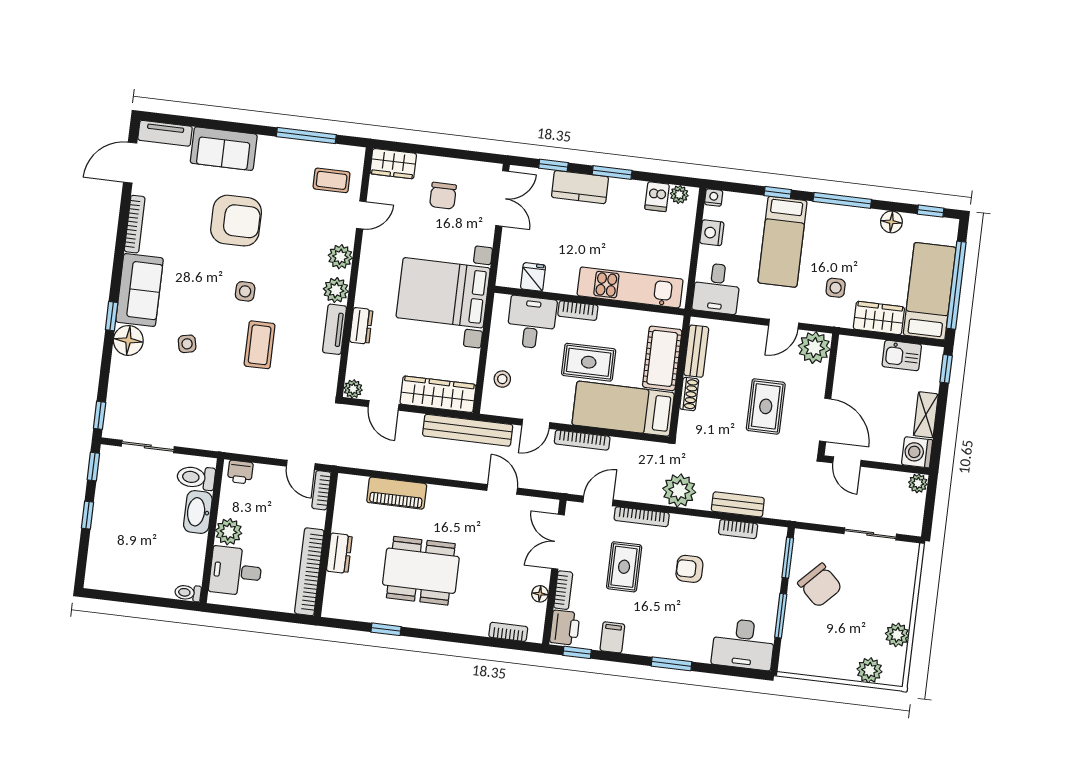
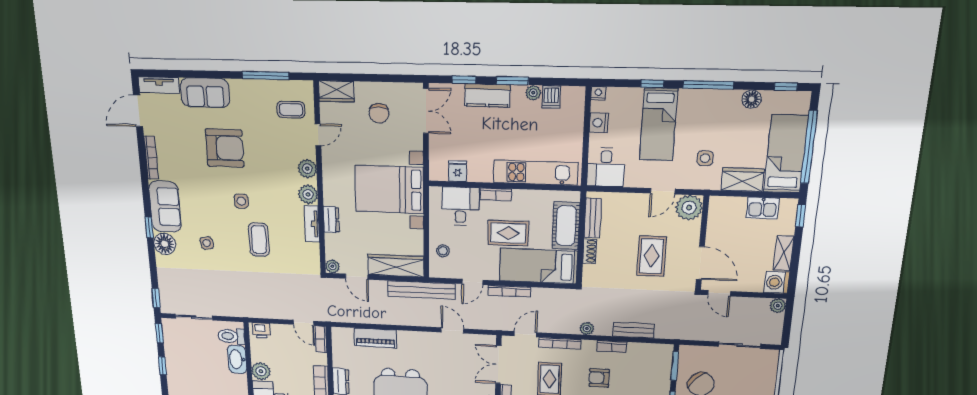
plant: (679, 195) -> (533, 93), moved
plant: (679, 490) -> (587, 328), width x0.53, depth x0.53
bookcase: (738, 529) -> (612, 347), moved

